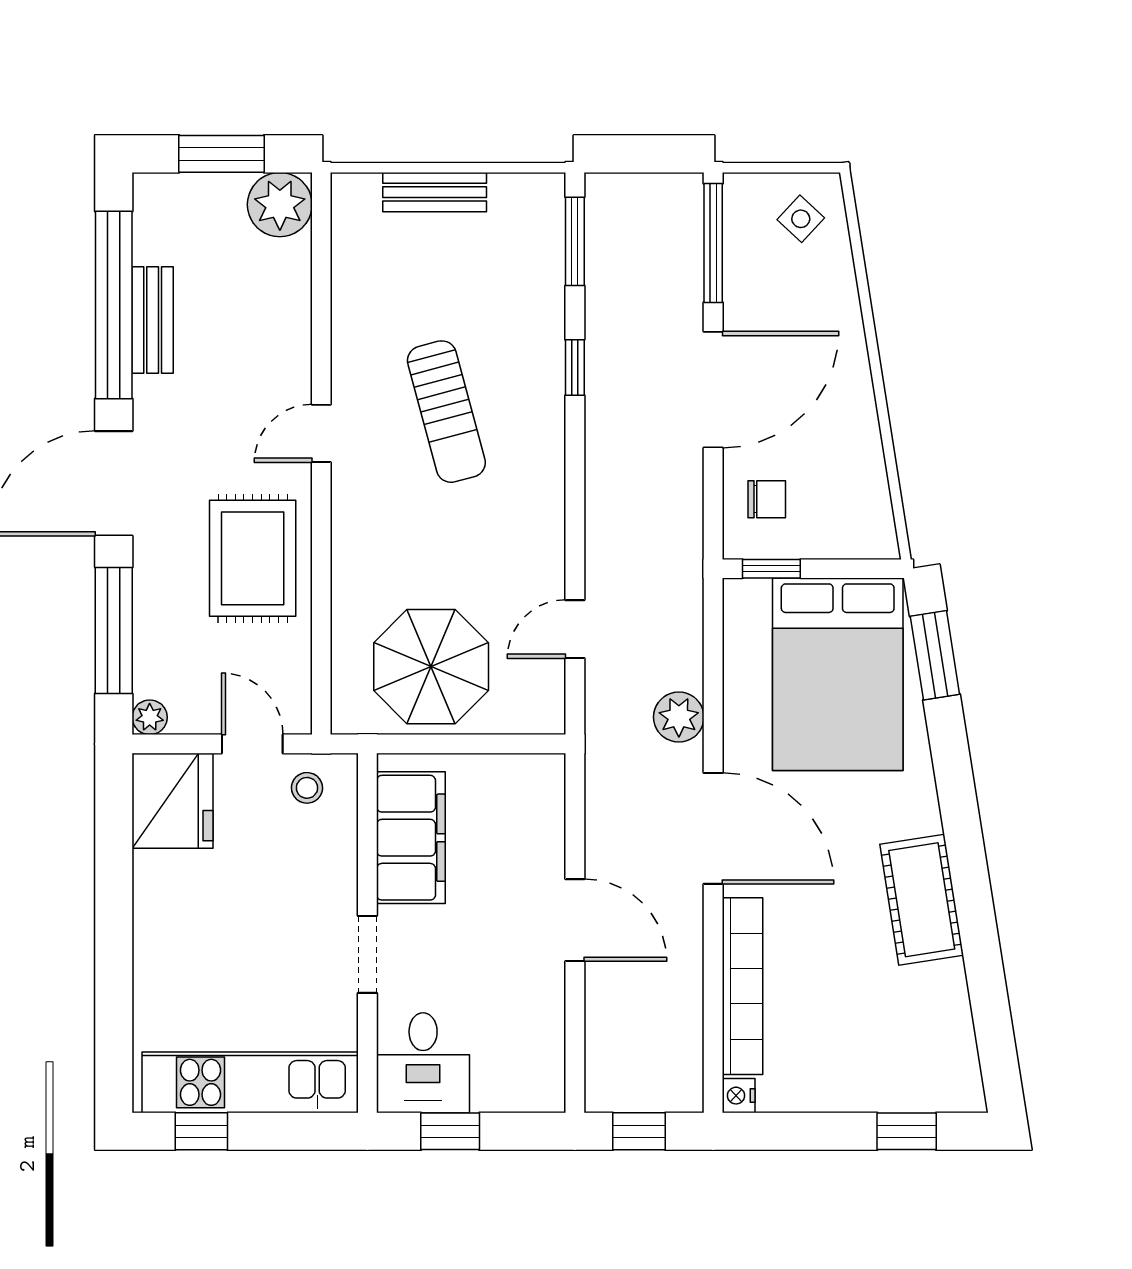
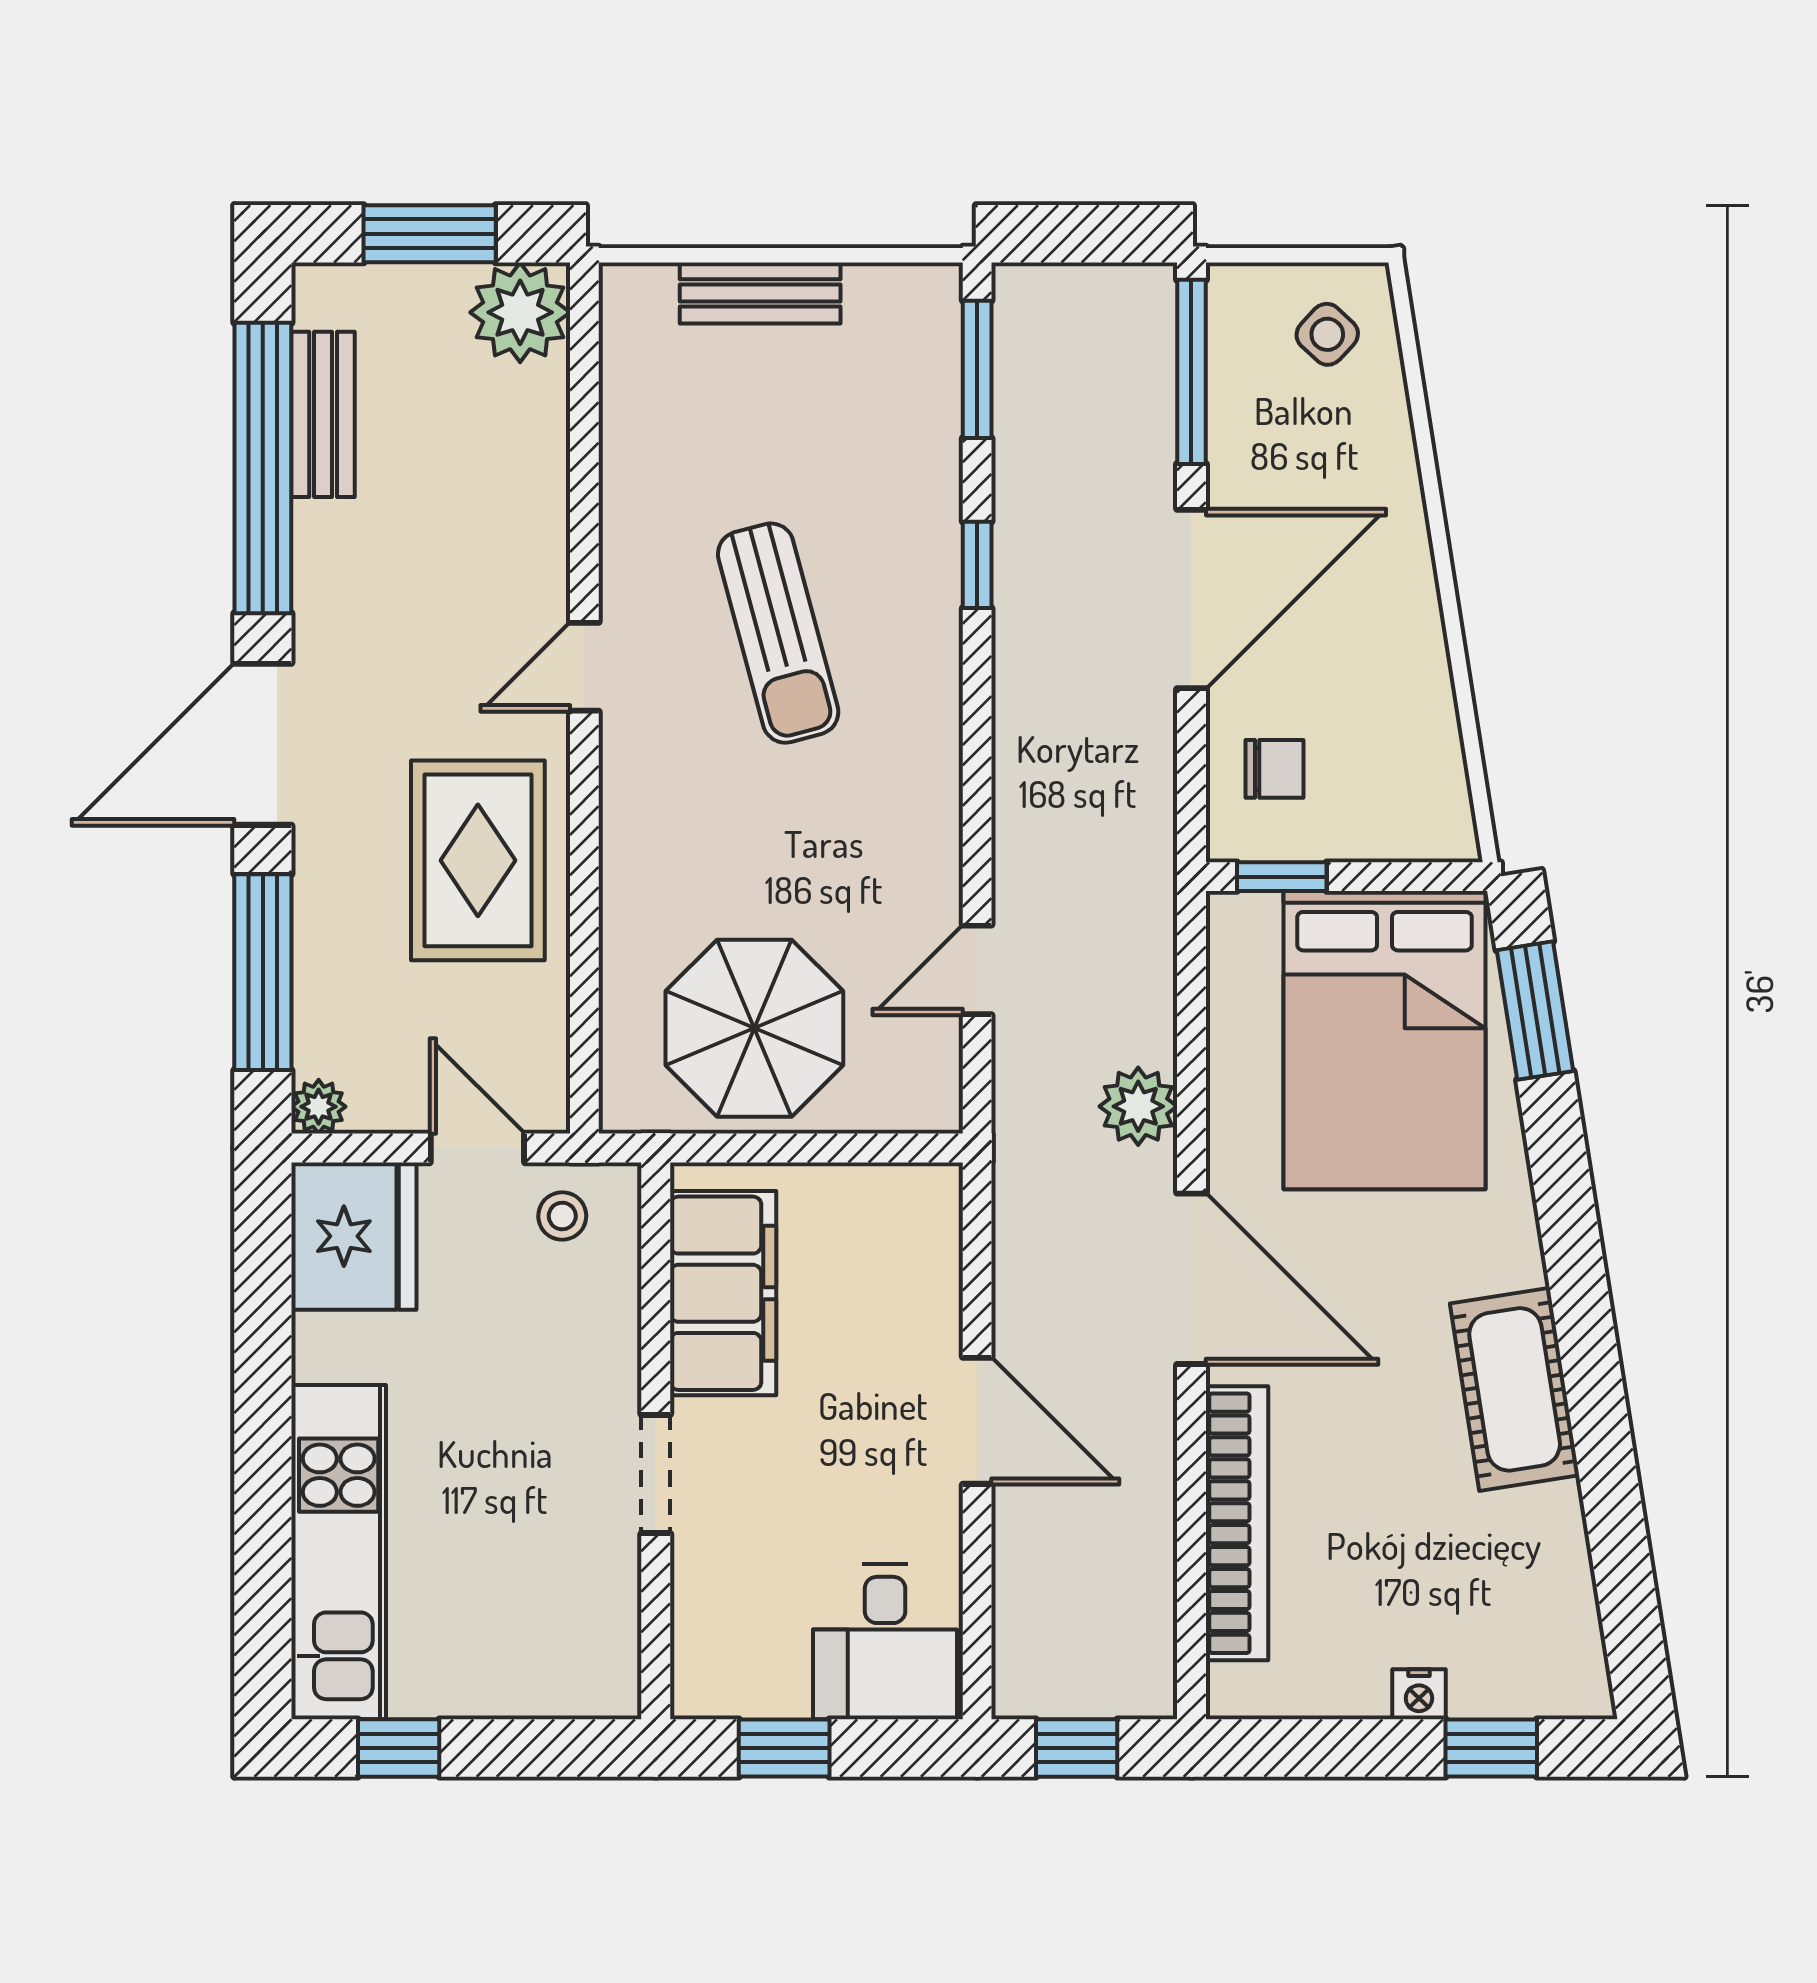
bench: (153, 320) -> (323, 414), moved
desk: (423, 1063) -> (885, 1642), moved
kitchen unit: (250, 1082) -> (339, 1552), moved, turned 90
nightstand: (739, 1096) -> (1419, 1694), moved, turned -90

